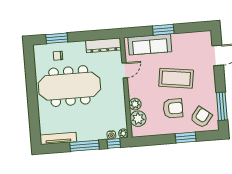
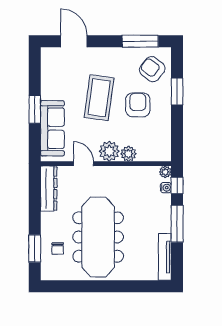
plant: (138, 119) -> (109, 151), moved

